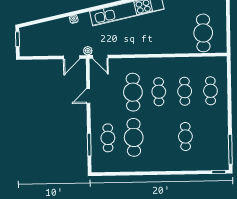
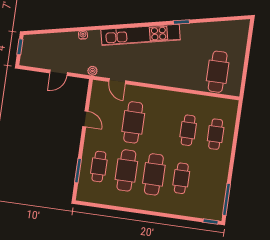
door: (72, 57) -> (59, 73), moved
door: (100, 57) -> (117, 81), moved
cafe table: (159, 92) -> (154, 174), moved, width x1.37, depth x1.35
door: (88, 96) -> (85, 119), swing flipped

